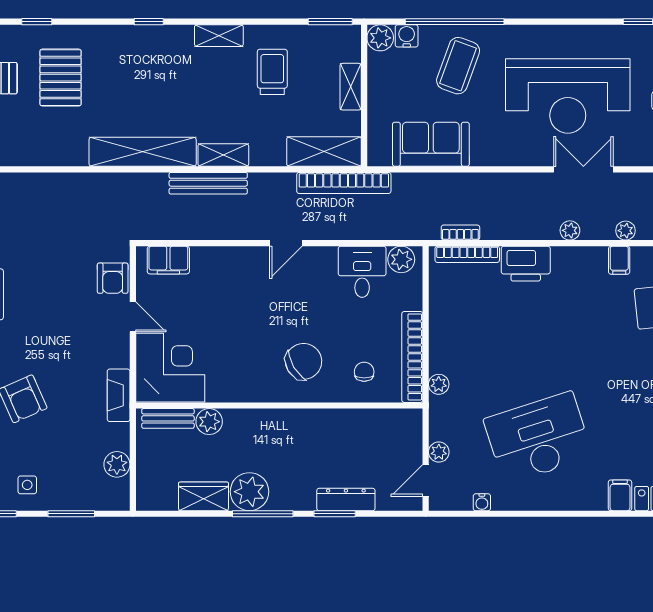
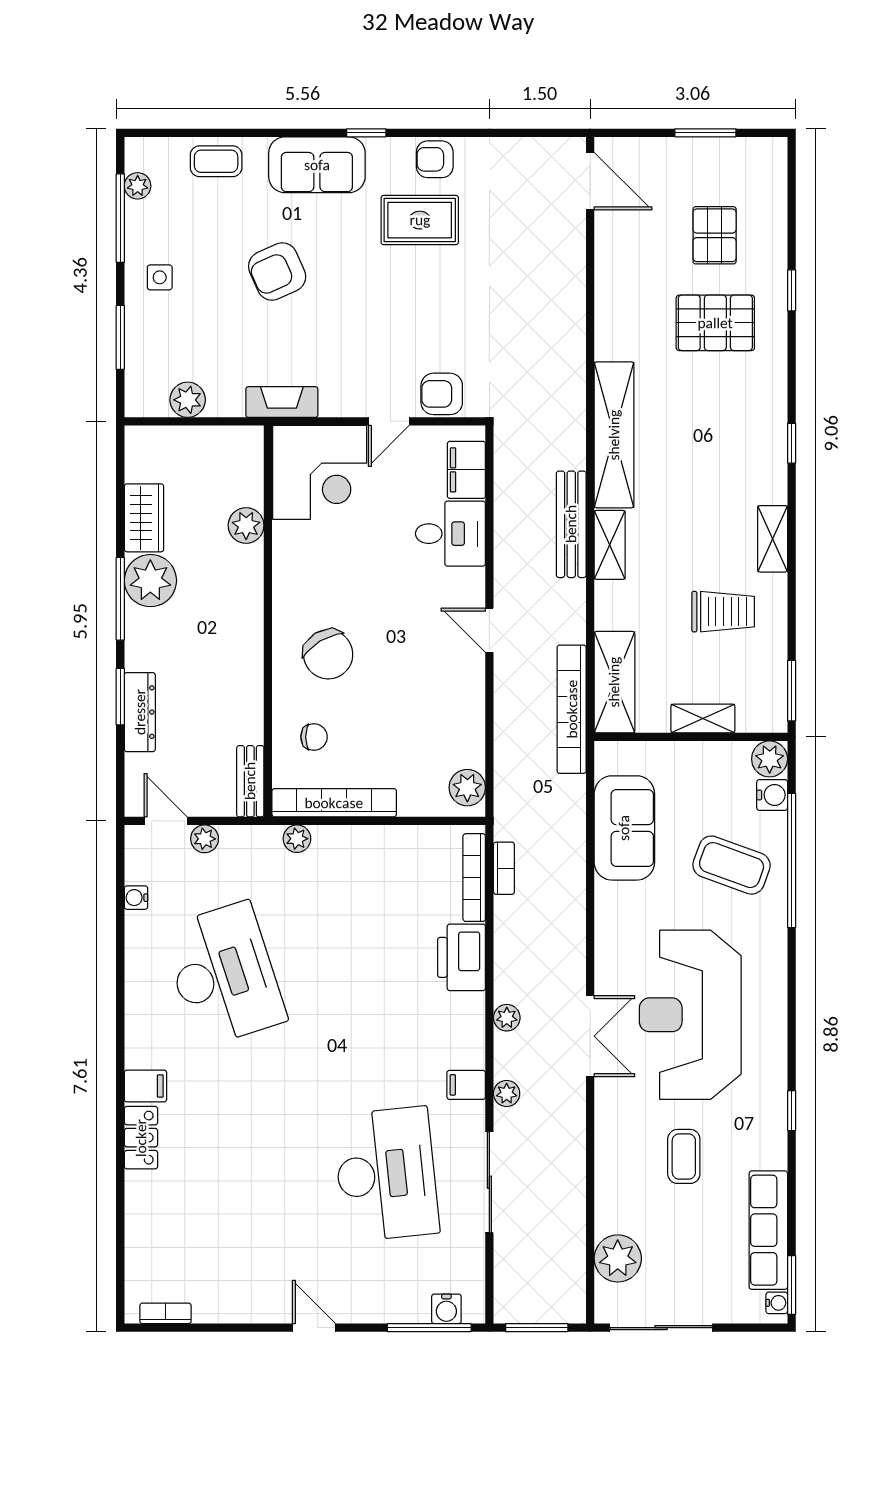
desk: (362, 272) -> (450, 534), moved
bench: (168, 418) -> (250, 781), moved

